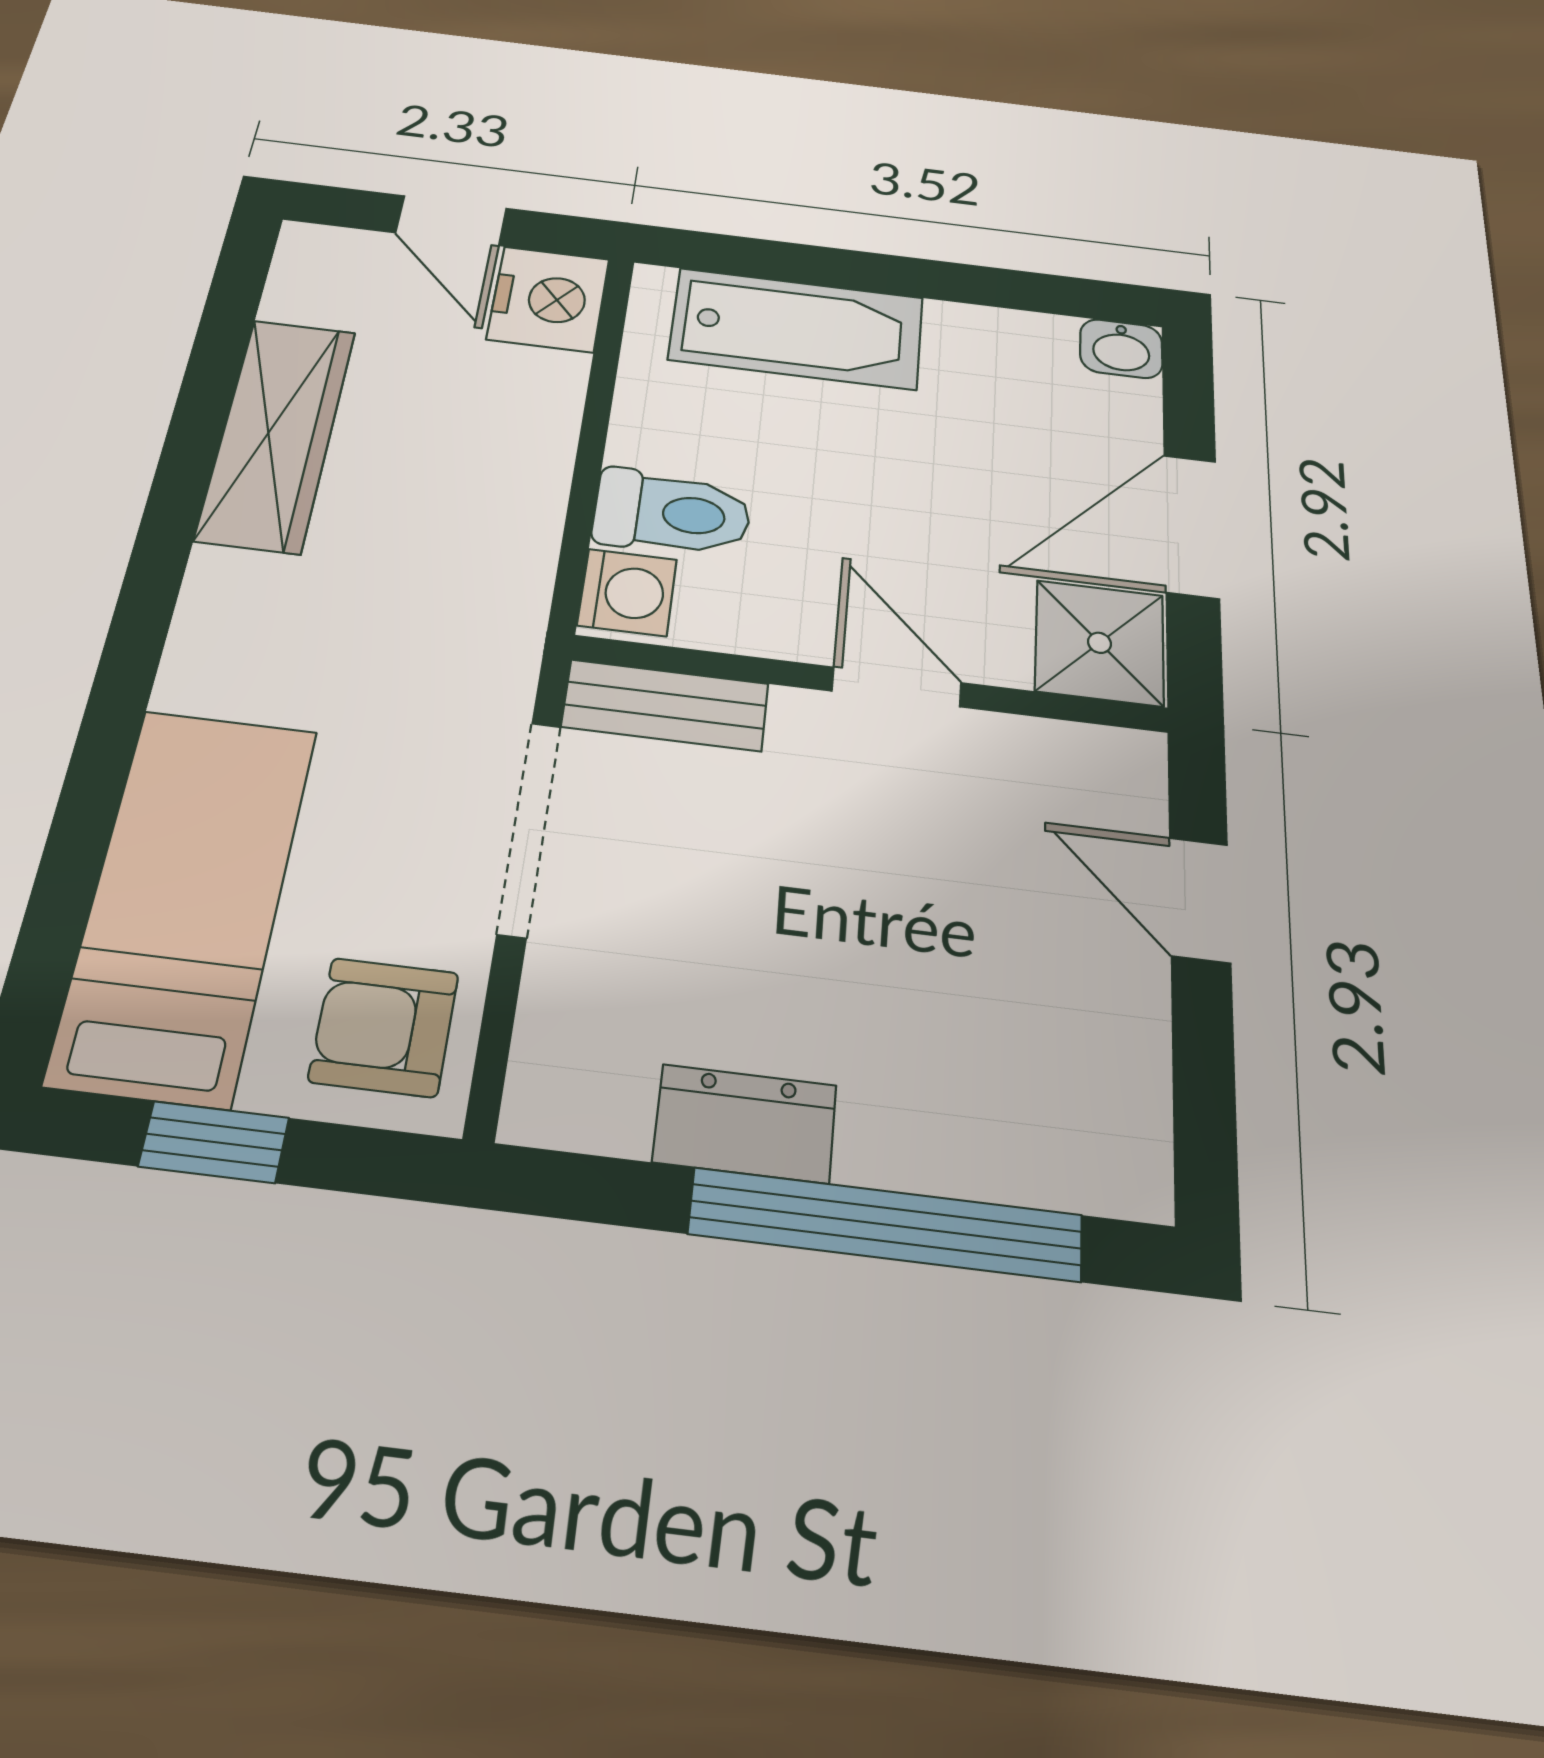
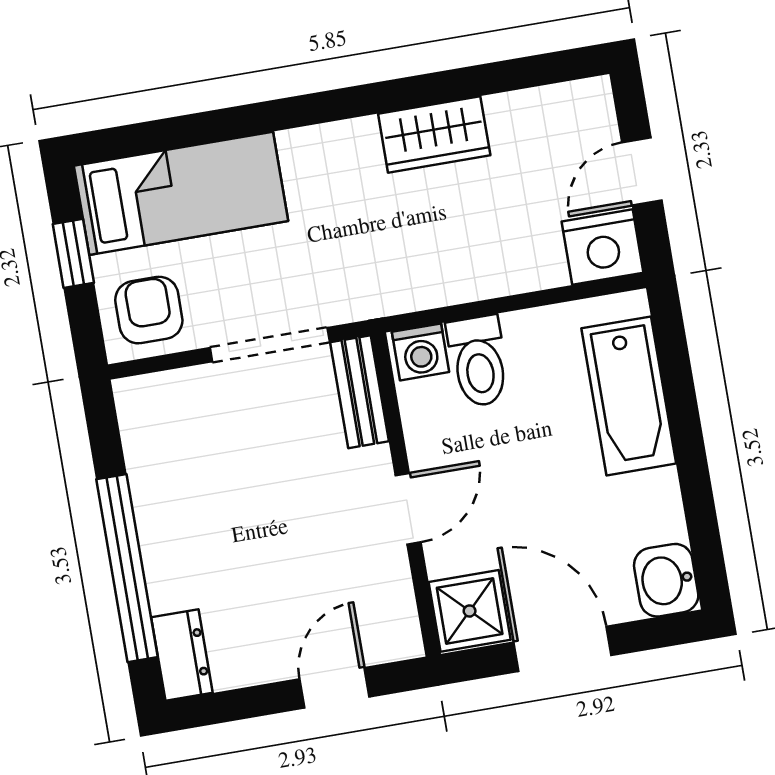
washbasin: (1121, 349) -> (666, 580), width x1.38, depth x1.45
wardrobe: (277, 434) -> (434, 134), width x0.67
dresser: (745, 1124) -> (182, 655), moved

